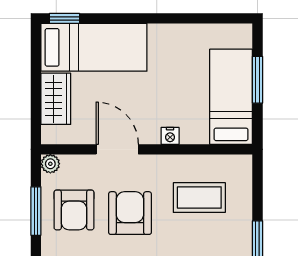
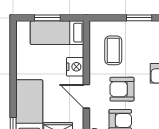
nightstand: (170, 136) -> (75, 67), width x1.89, depth x1.79
door: (117, 149) -> (86, 96), hinge flipped

